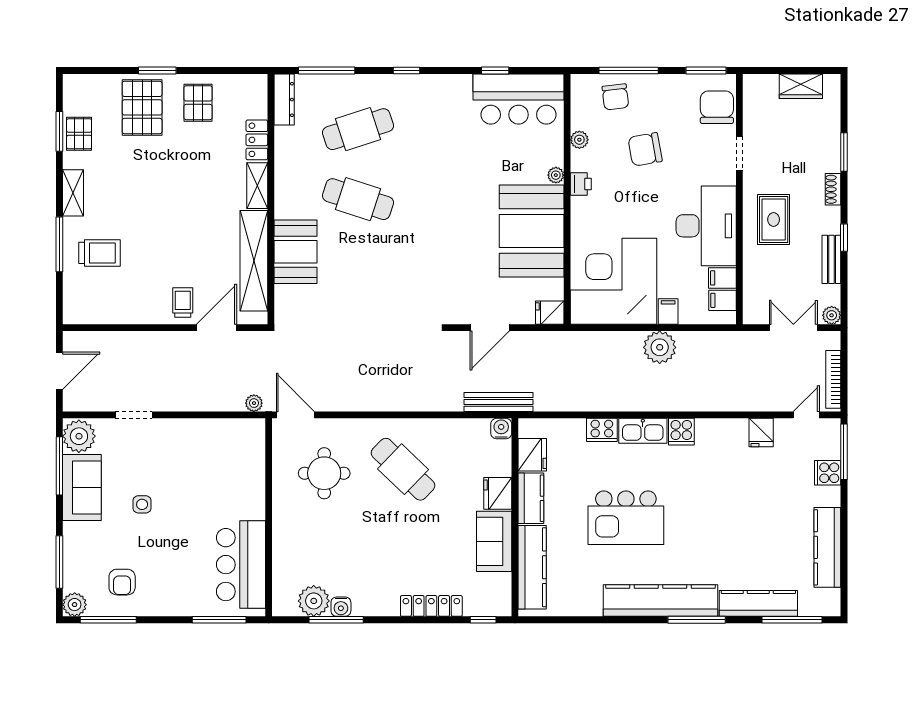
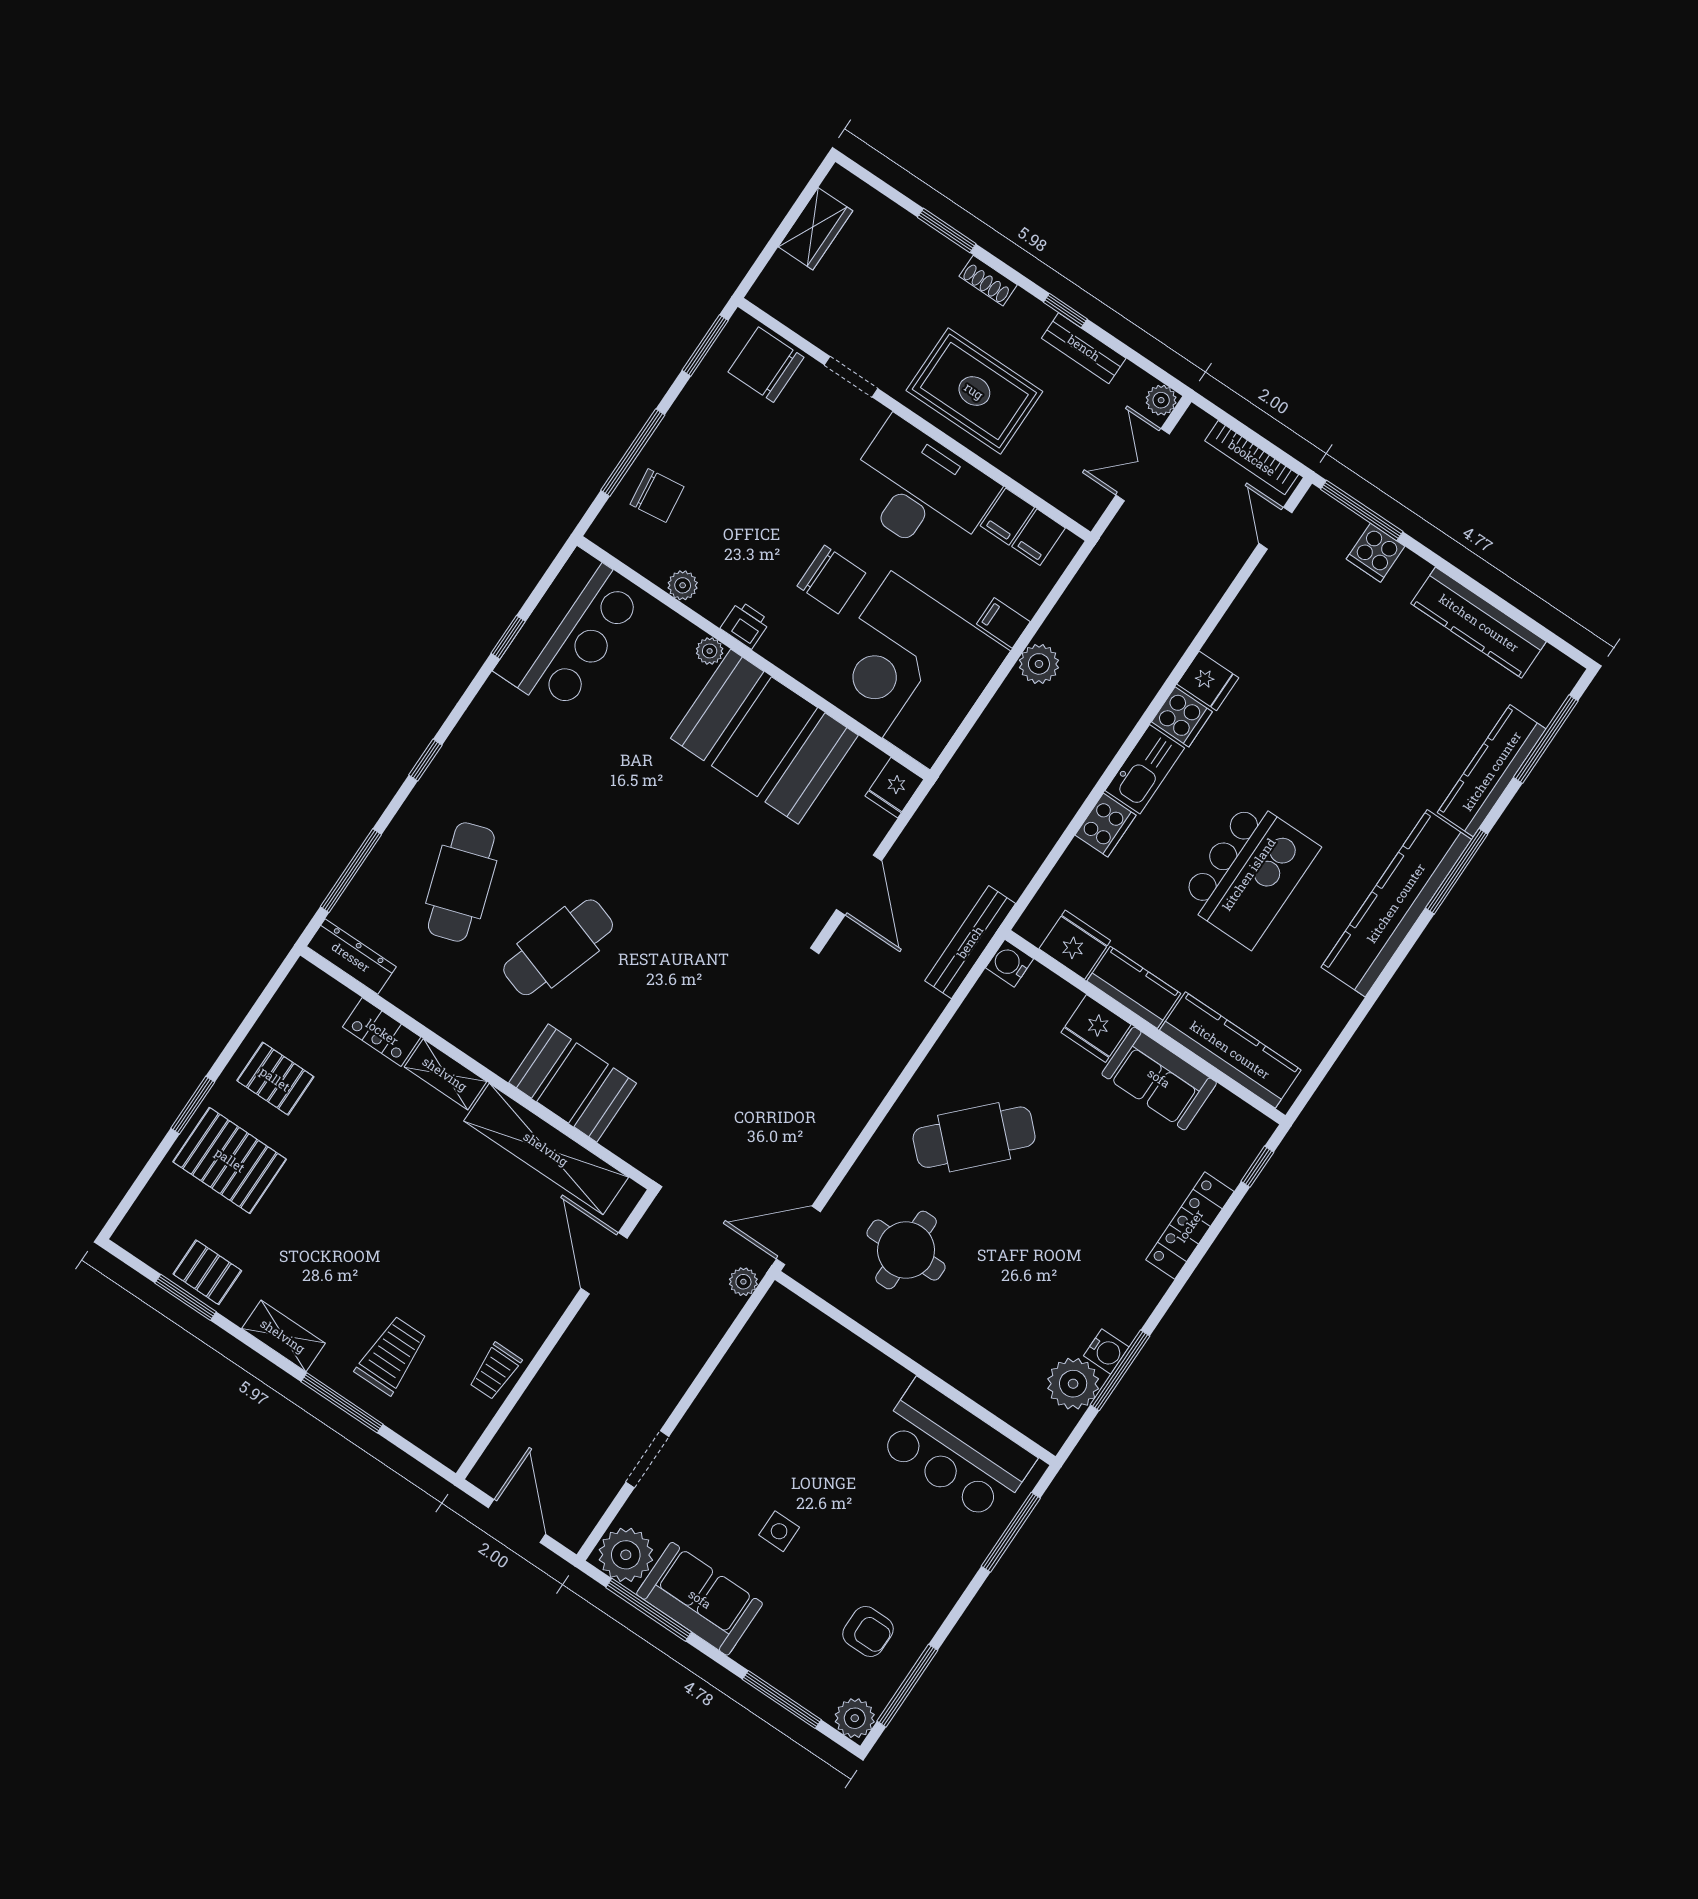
chair: (645, 149) -> (831, 579), moved, turned -80
rug: (774, 219) -> (974, 391), width x1.36, depth x1.43
trolley: (183, 302) -> (495, 1371), moved, turned -90
plant: (660, 347) -> (1039, 664), width x0.73, depth x0.73
fridge: (761, 432) -> (1208, 681), moved

